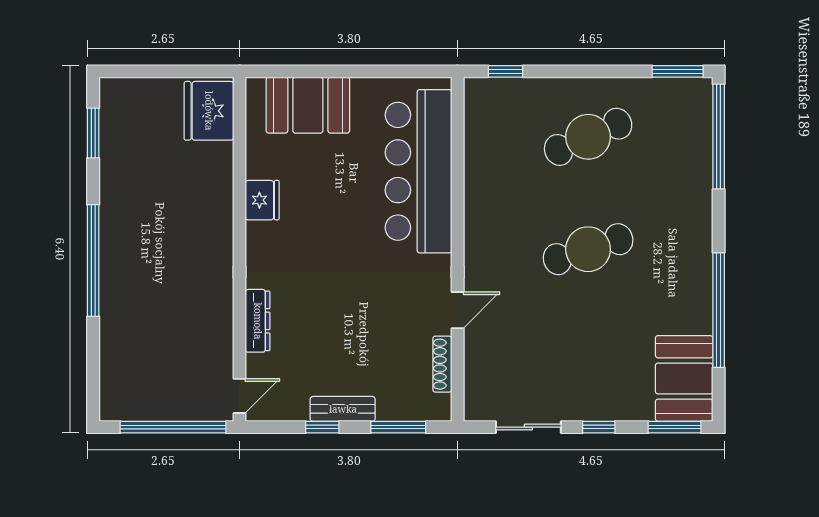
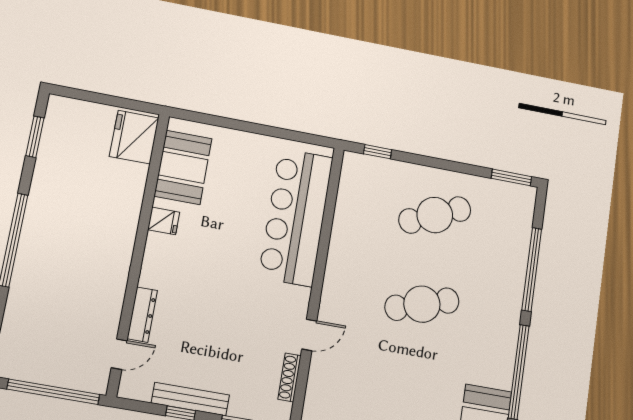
booth: (308, 105) -> (183, 167), moved, turned 90
window: (719, 137) -> (532, 269), moved
fridge: (262, 200) -> (164, 221), width x0.72
door: (239, 396) -> (119, 354), moved
bench: (343, 409) -> (190, 399), width x1.36

